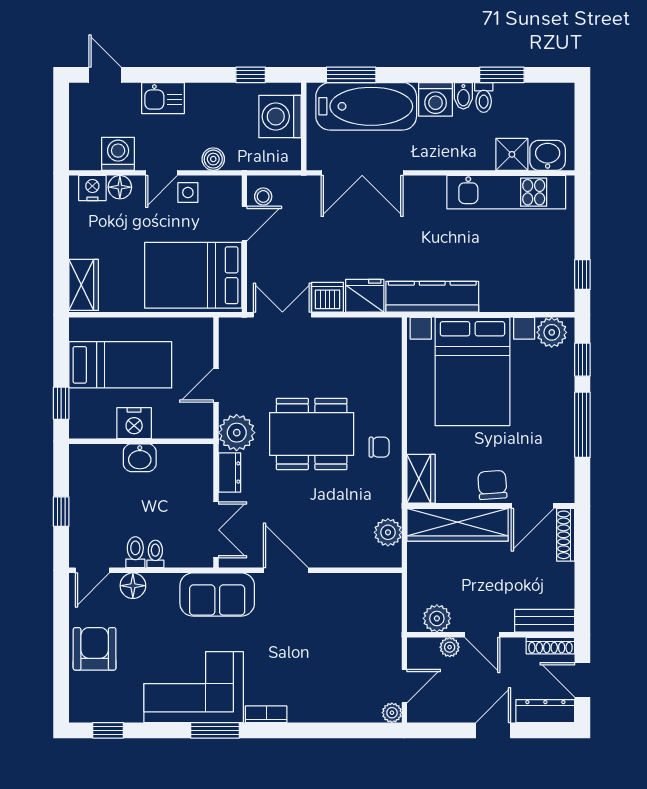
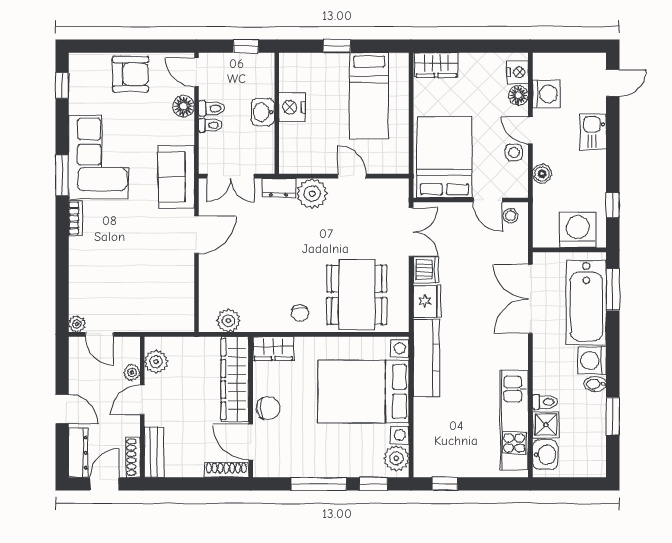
toilet: (484, 97) -> (545, 402), moved, turned 180
nightstand: (134, 423) -> (292, 107), moved
dining table: (312, 434) -> (357, 295), moved
wall: (141, 441) -> (277, 113), moved
washbasin: (140, 458) -> (263, 112), moved

